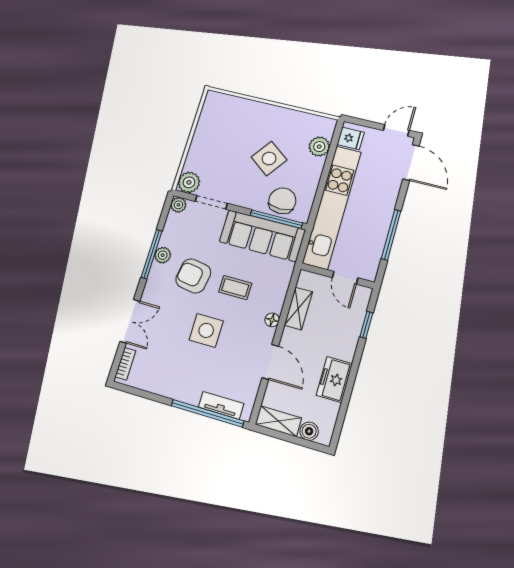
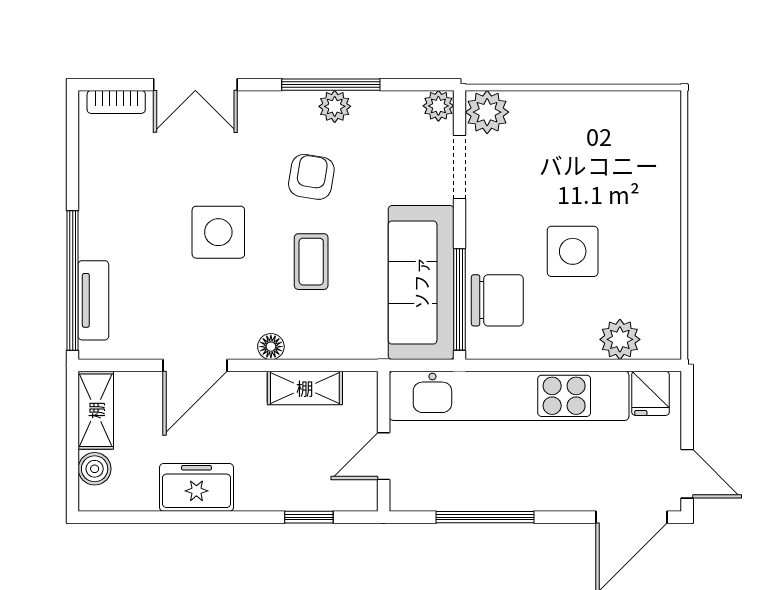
side table: (269, 159) -> (573, 251), turned -36
armchair: (193, 276) -> (311, 177), width x0.72, depth x0.72

